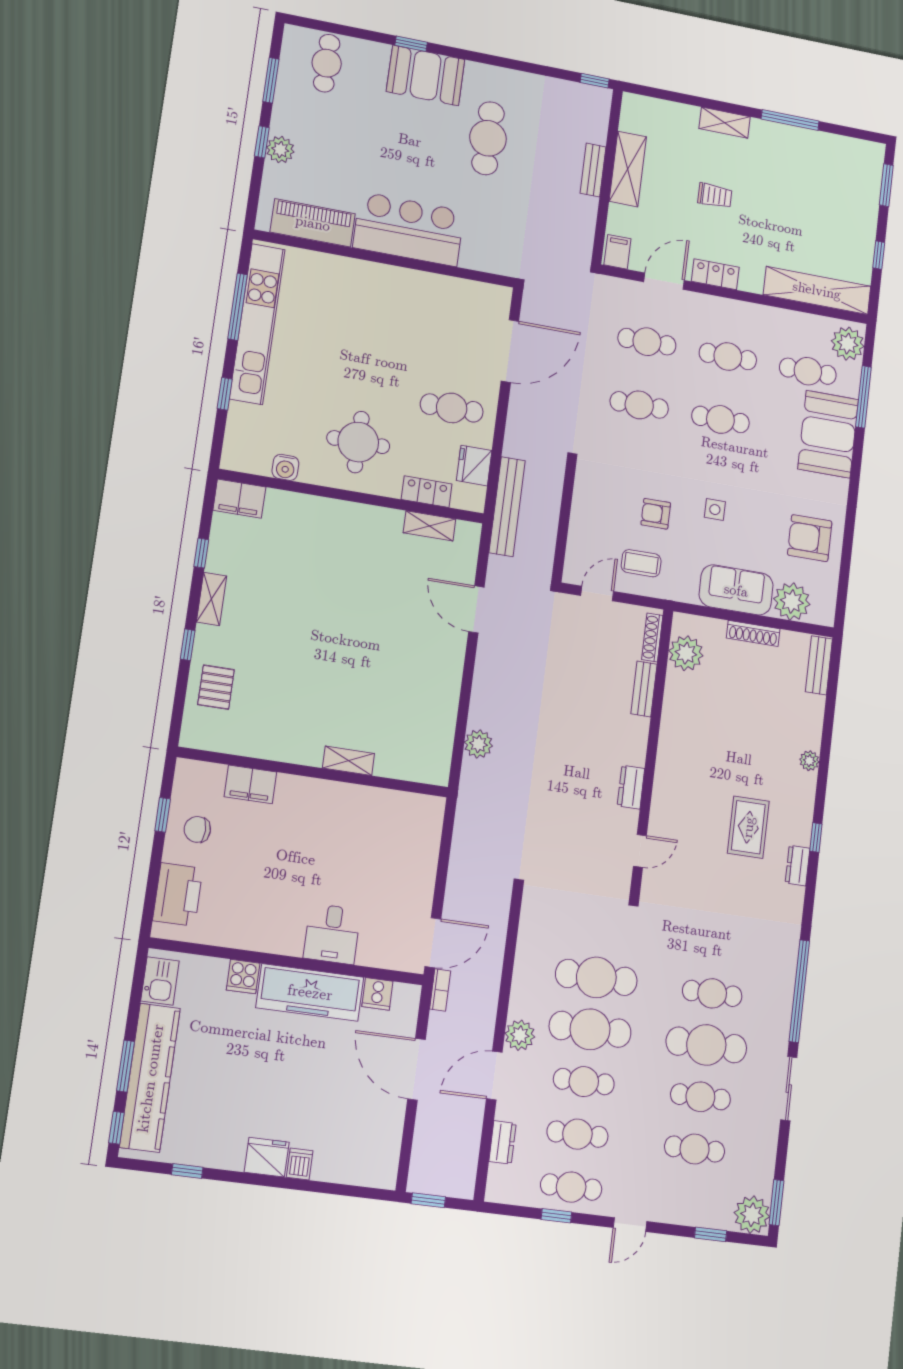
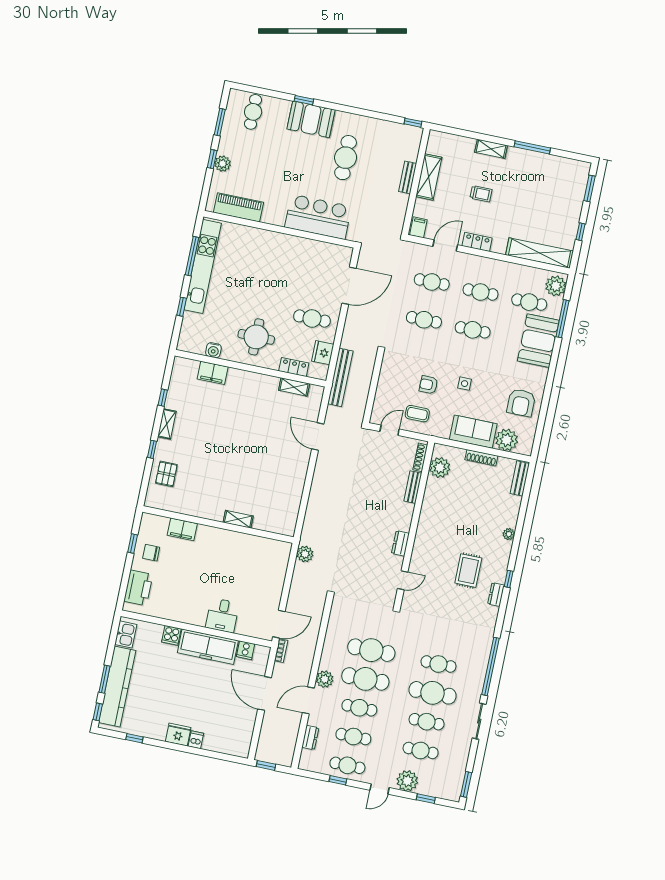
bar counter: (409, 229) -> (318, 217), moved
filing cabinet: (239, 499) -> (213, 373), moved
armchair: (810, 538) -> (521, 403), turned -90
plant: (478, 744) -> (305, 554), moved
plant: (752, 1215) -> (407, 781), moved

